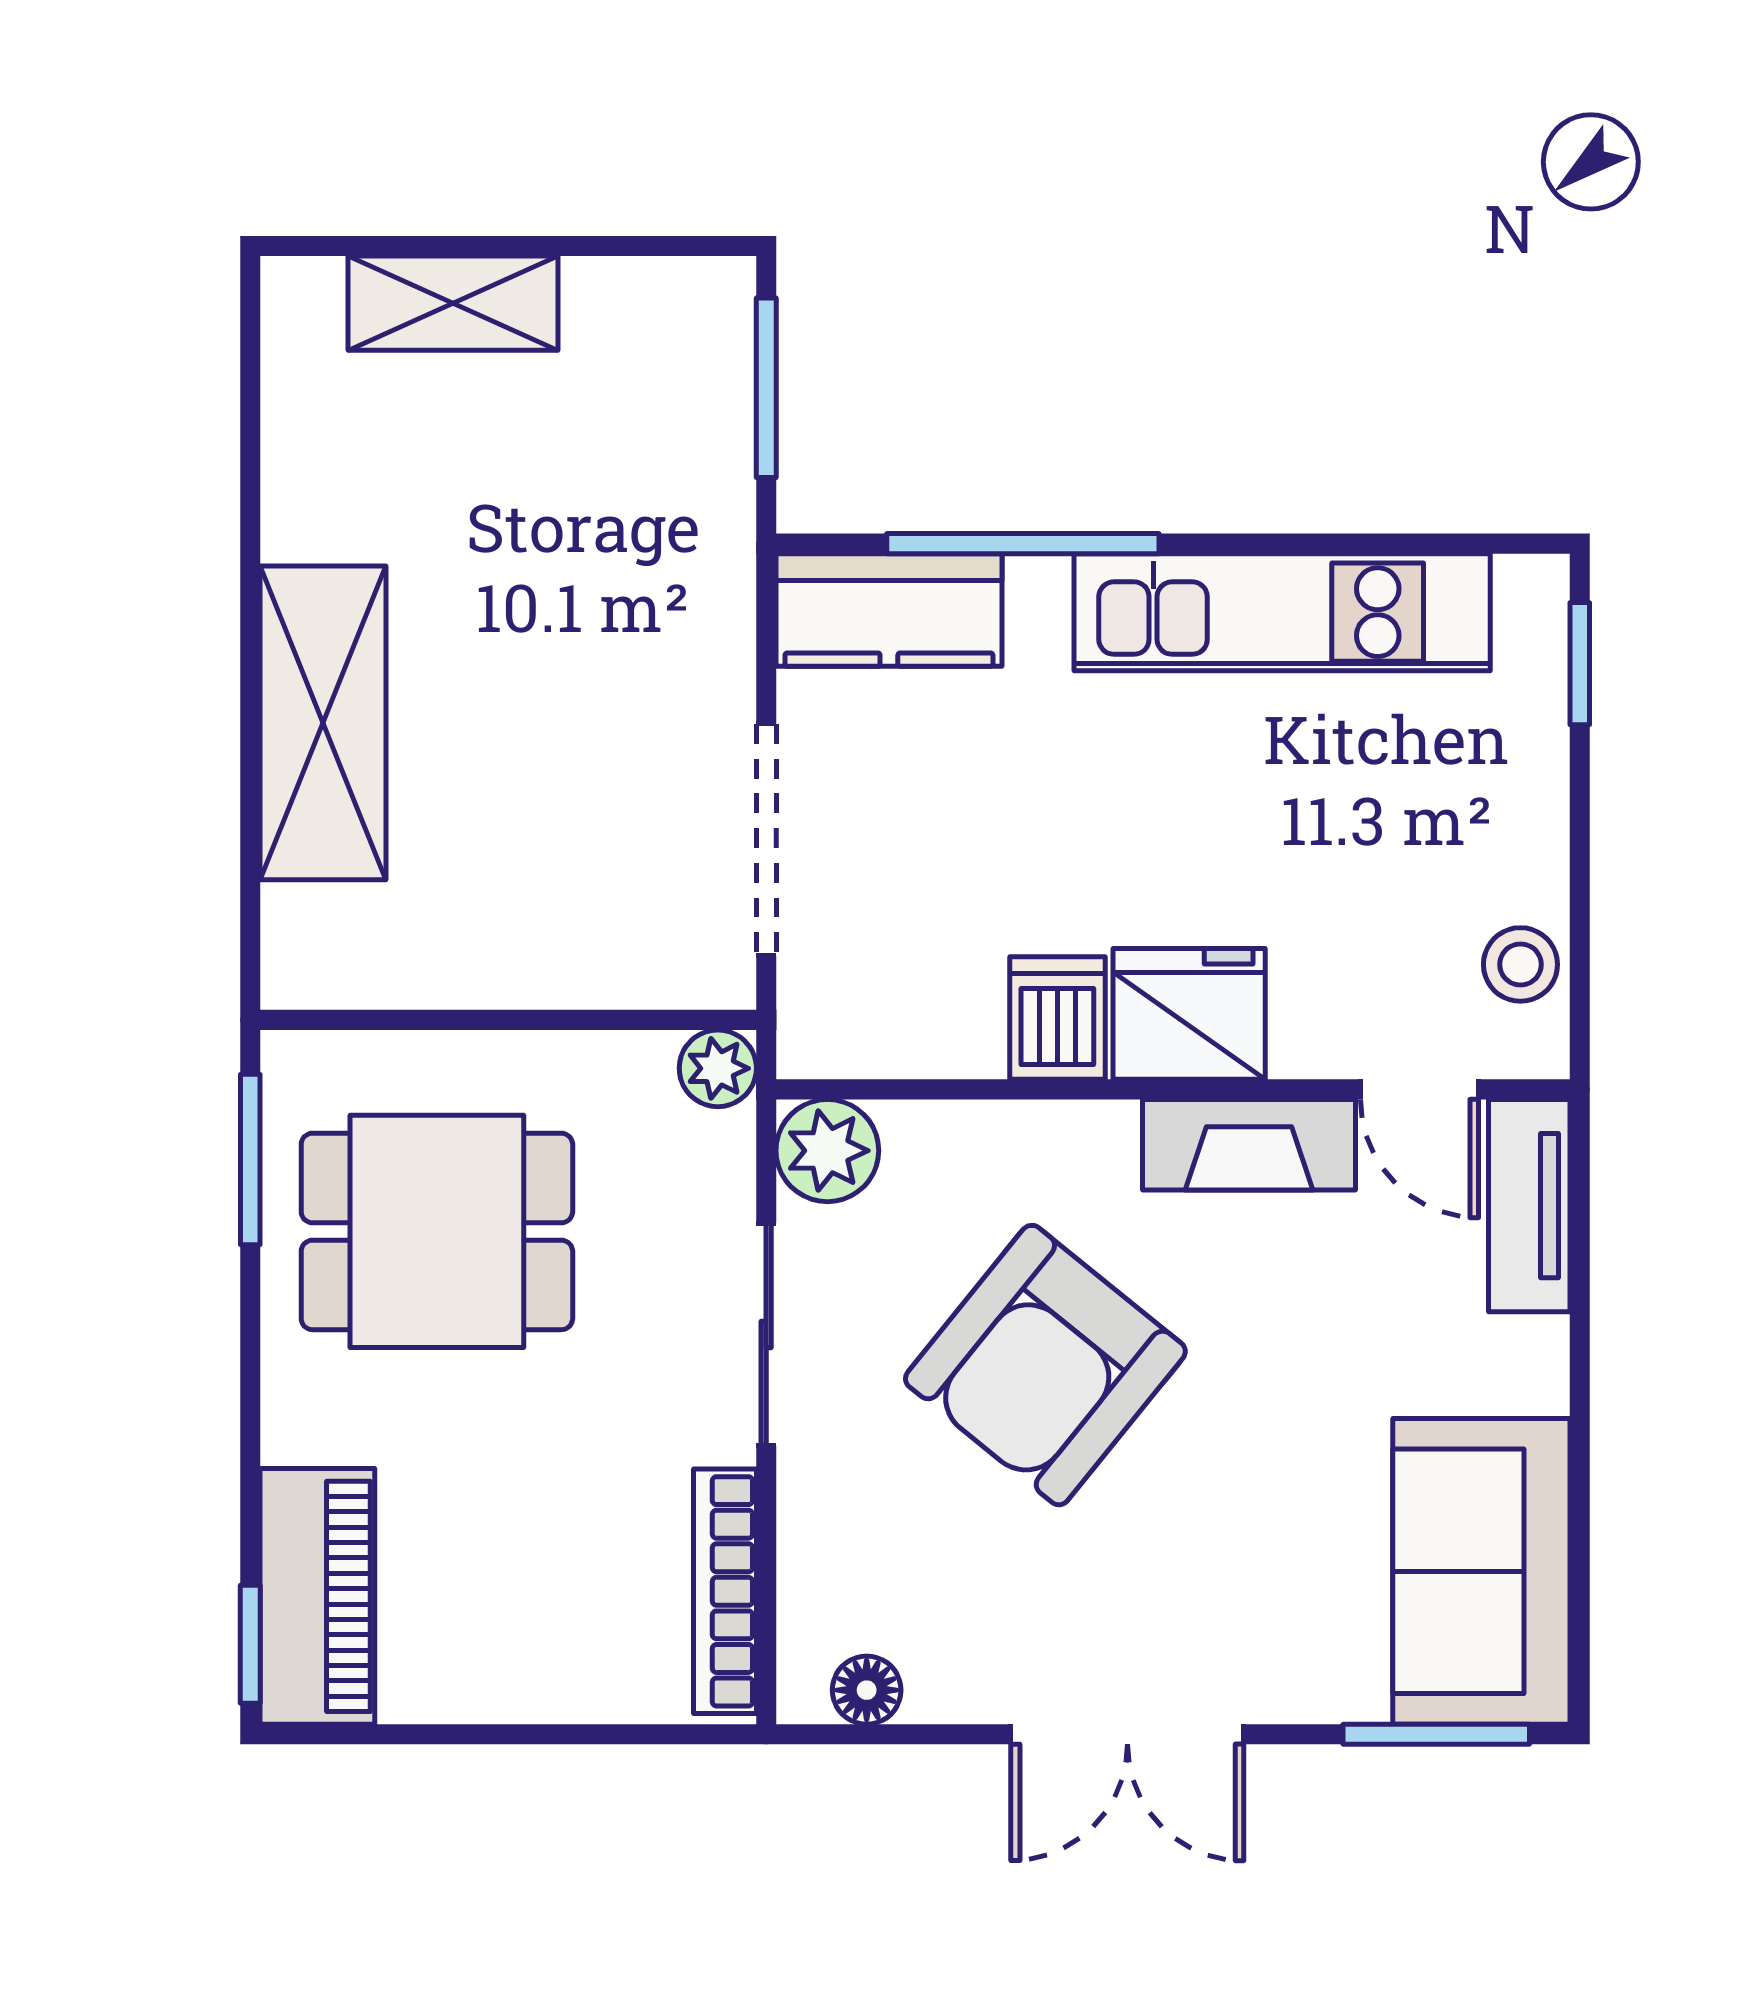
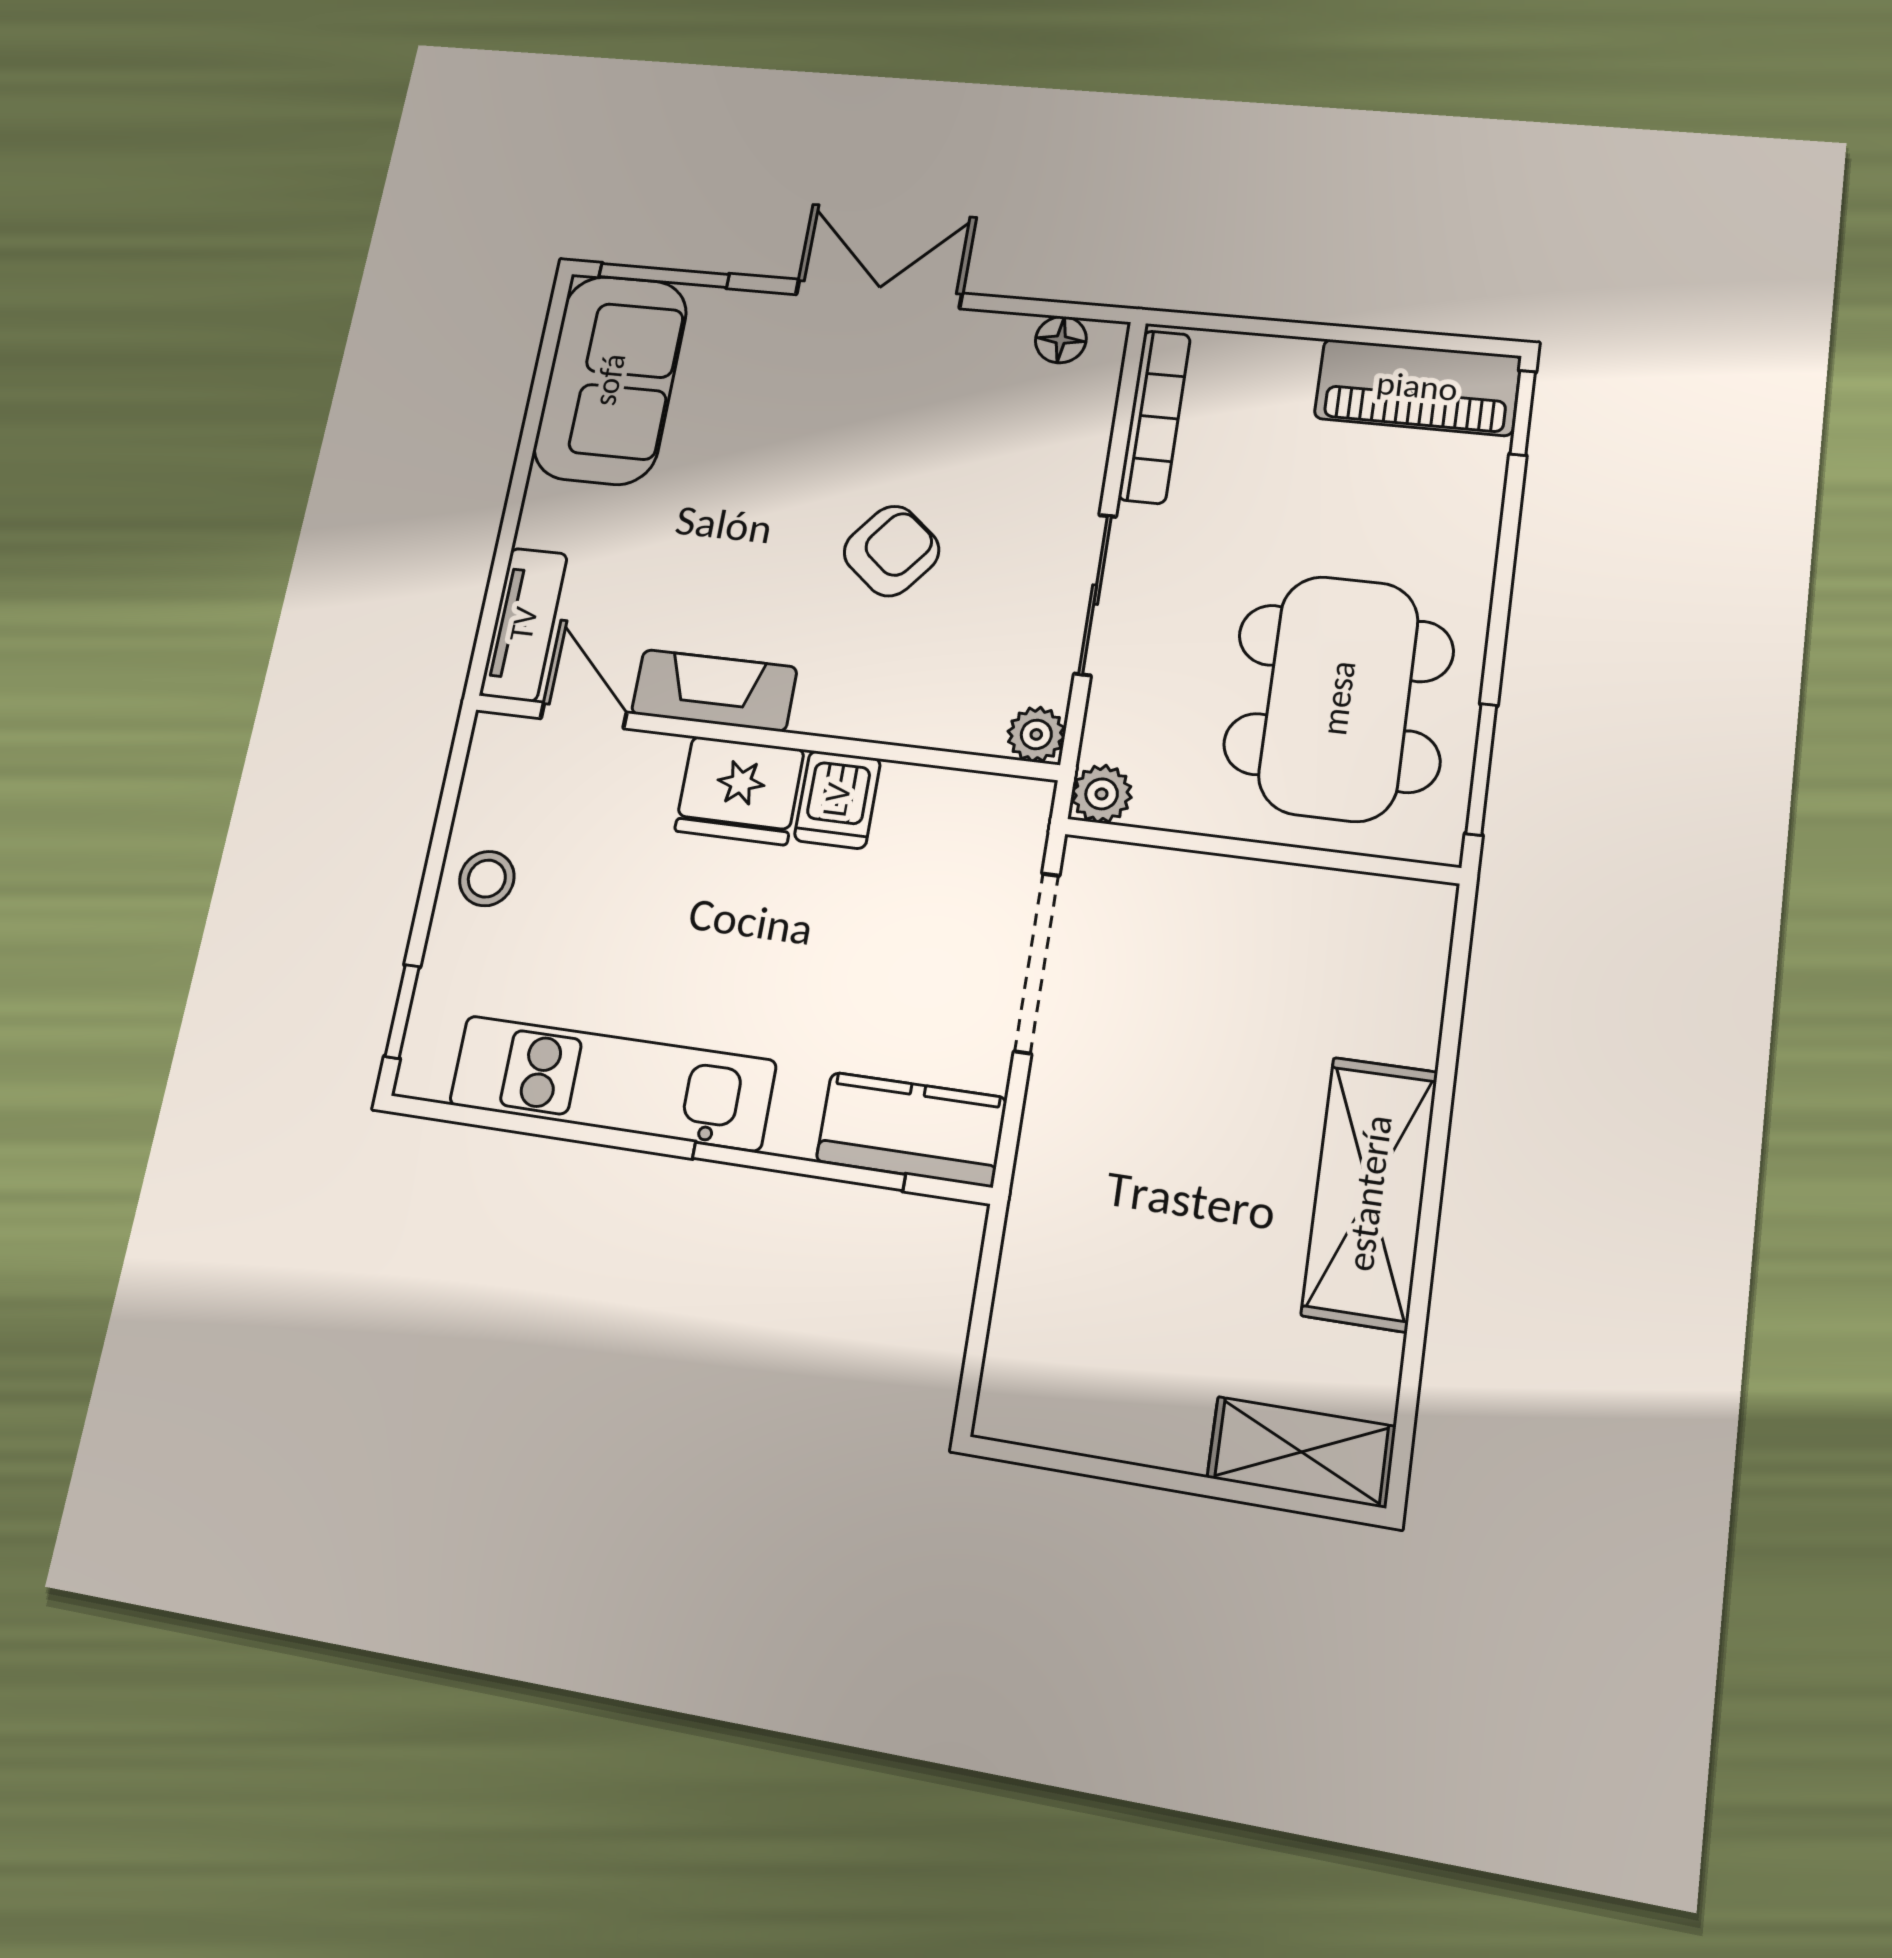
shelving: (453, 303) -> (1301, 1452), moved
window: (766, 388) -> (979, 1325), removed
shelving: (323, 723) -> (1370, 1193), moved
stool: (1520, 964) -> (487, 879), moved
plant: (827, 1151) -> (1036, 734), width x0.73, depth x0.73
dining table: (437, 1231) -> (1339, 698), width x1.38
armchair: (1045, 1365) -> (891, 551), width x0.53, depth x0.53
piano: (317, 1596) -> (1417, 387), moved, turned -90

